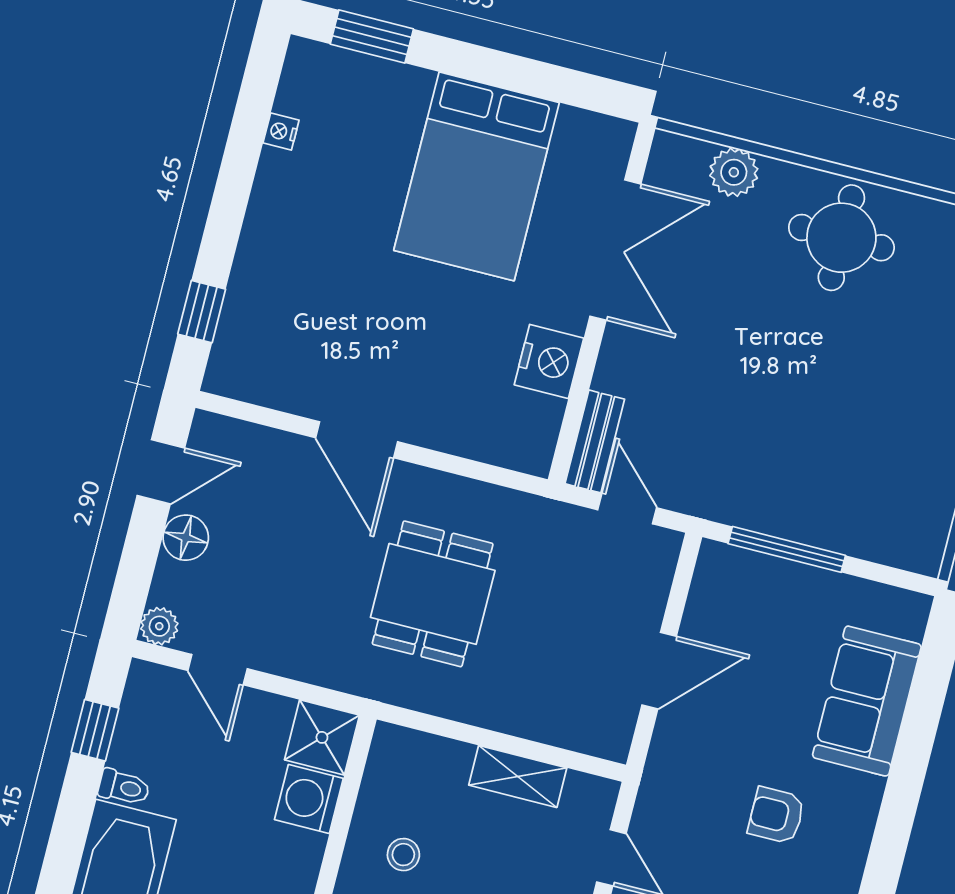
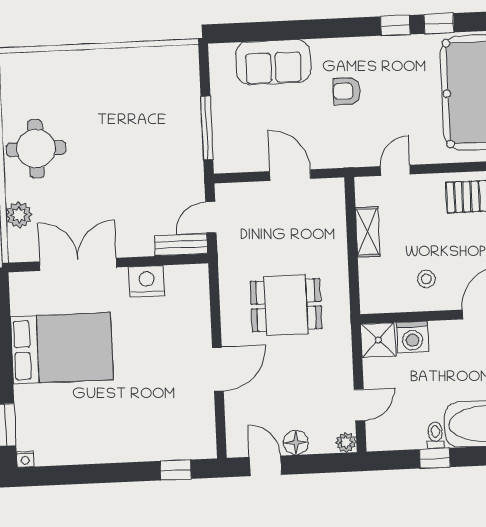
nightstand: (281, 132) -> (25, 459), moved
window: (95, 730) -> (435, 458), moved
armchair: (776, 815) -> (347, 91), turned 90

